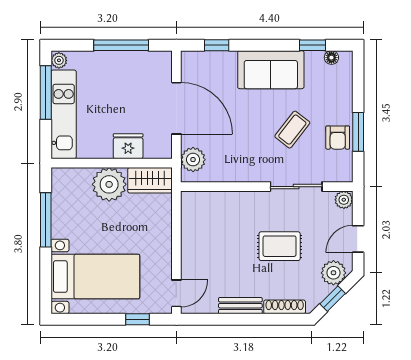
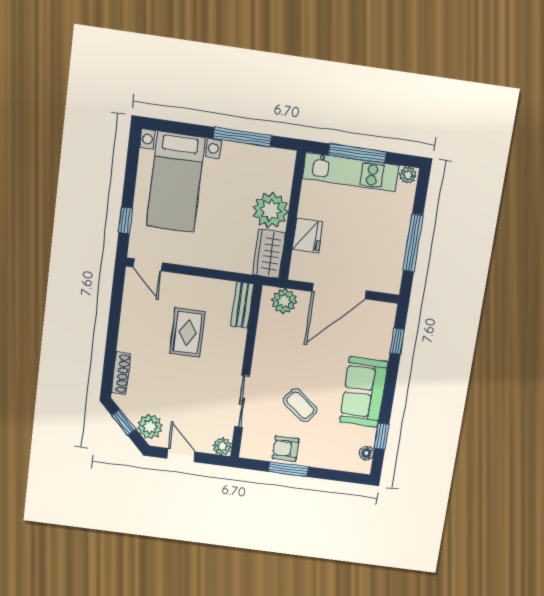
window: (46, 92) -> (357, 153), moved
rug: (280, 246) -> (188, 333), moved
bench: (240, 306) -> (242, 305), moved

